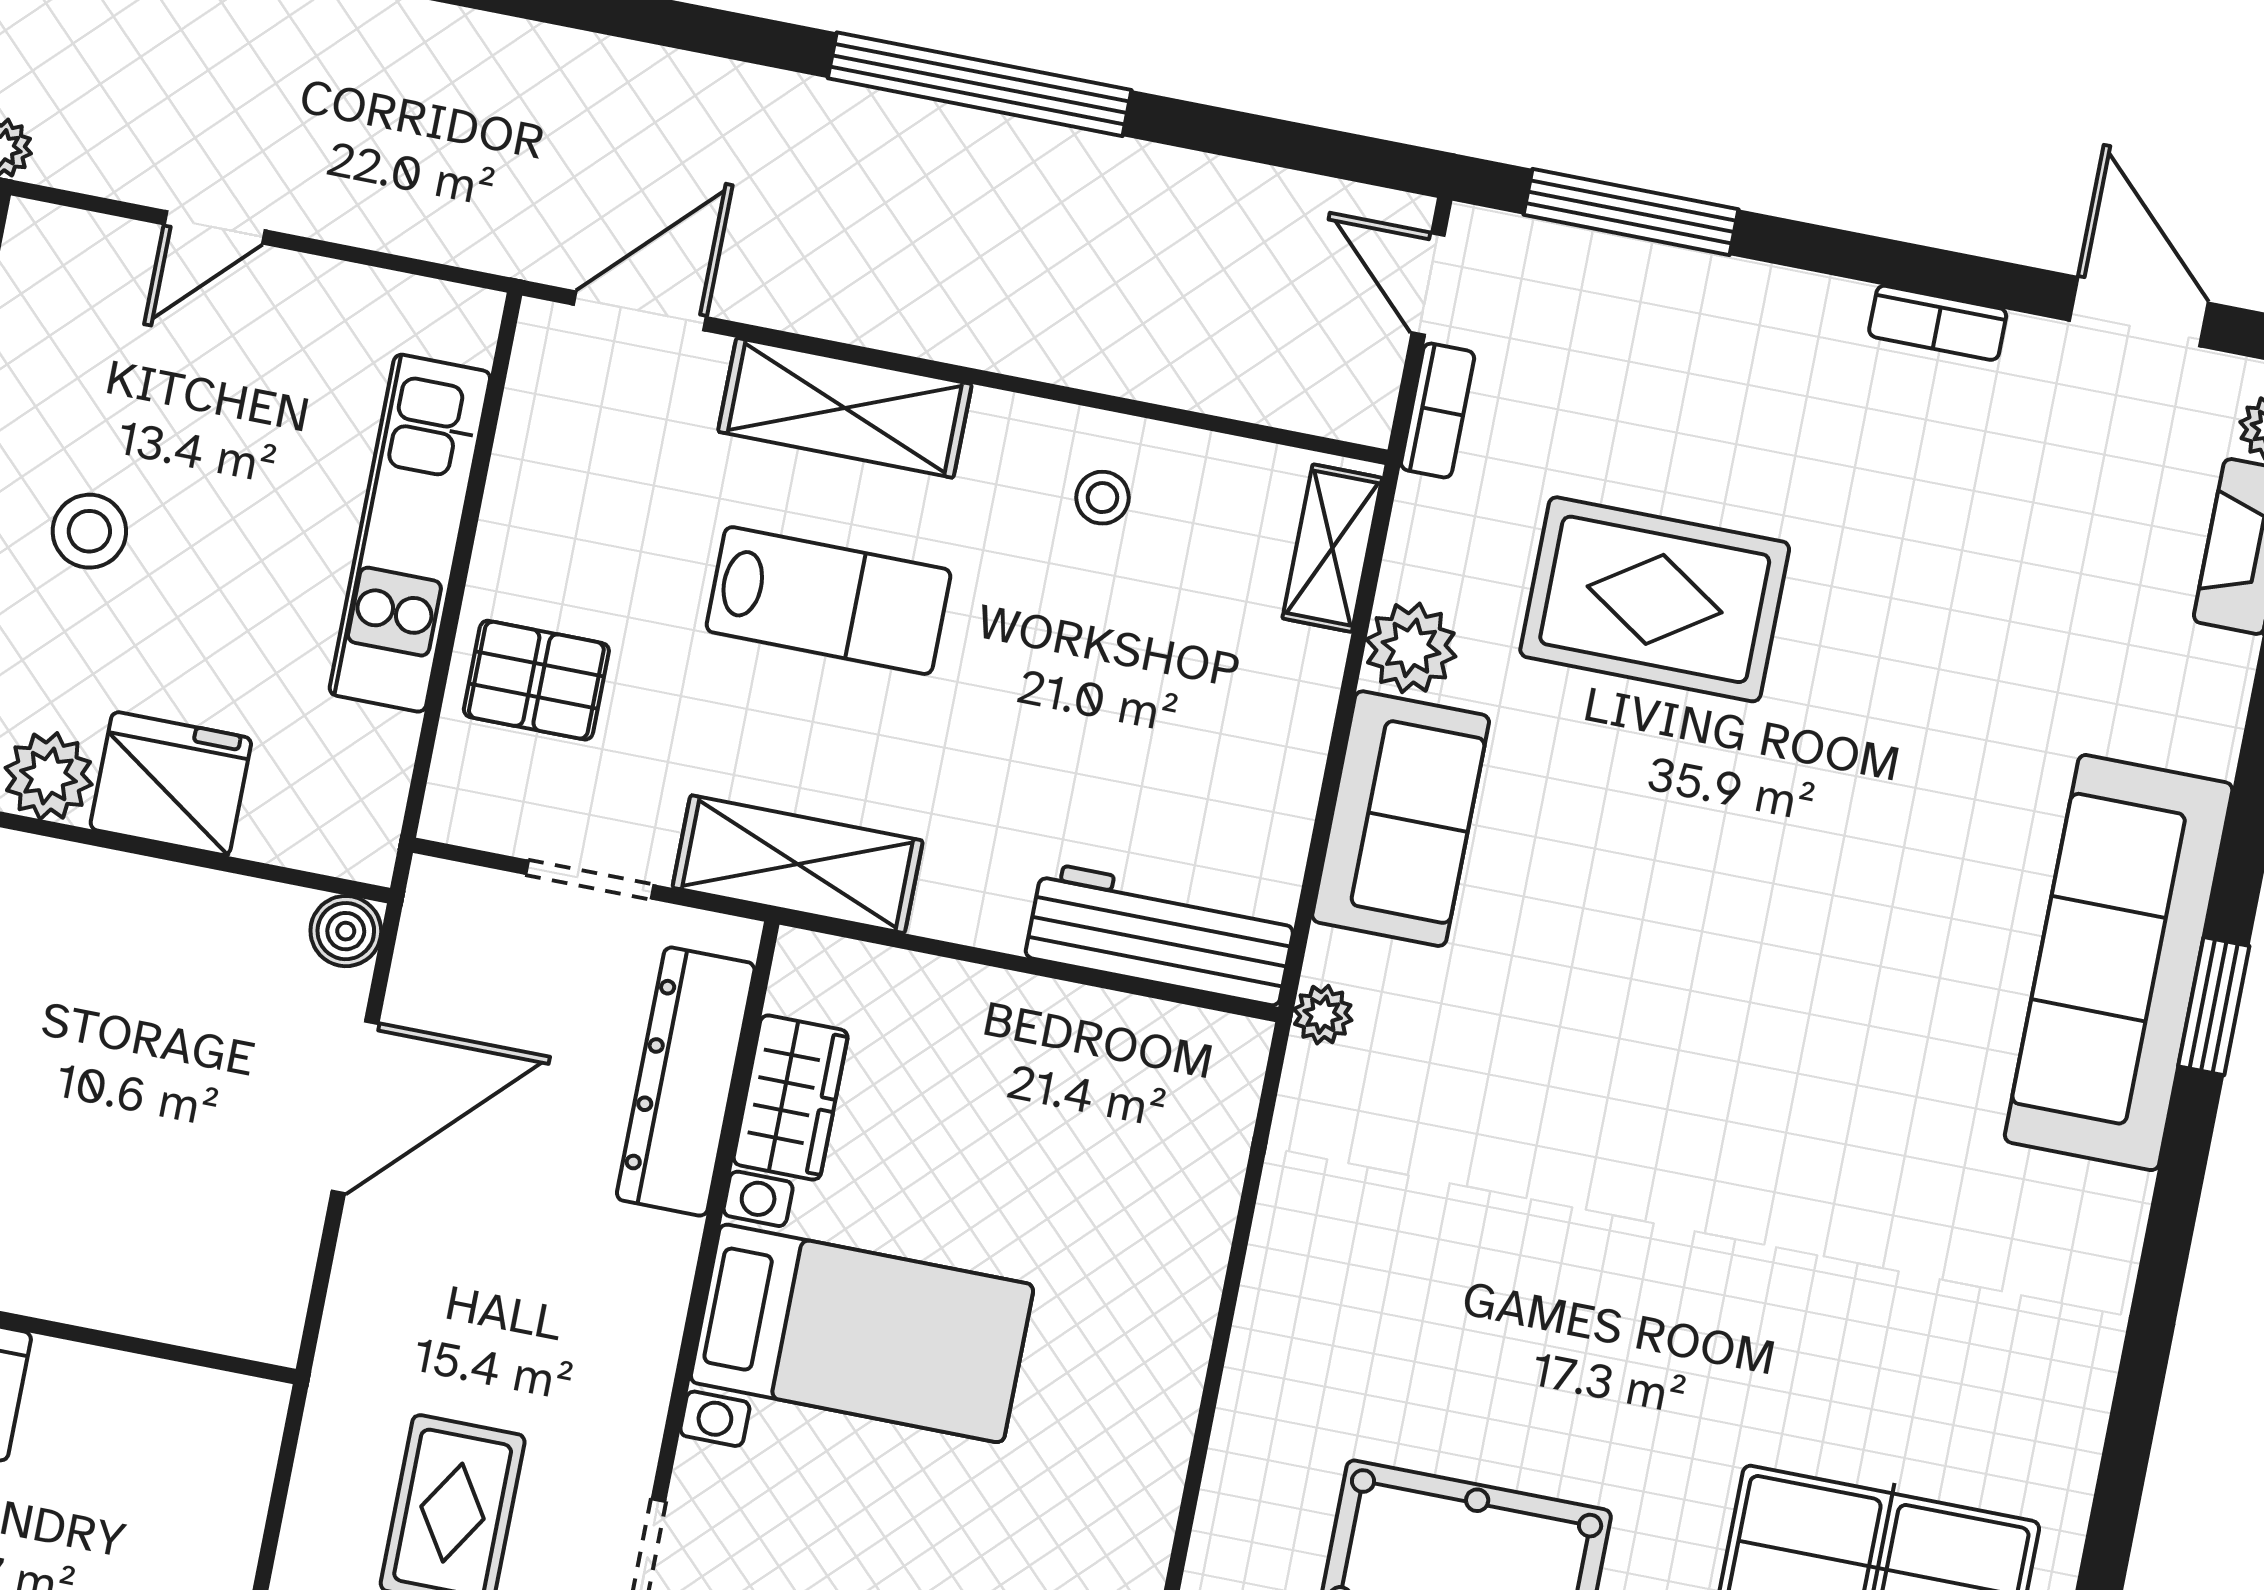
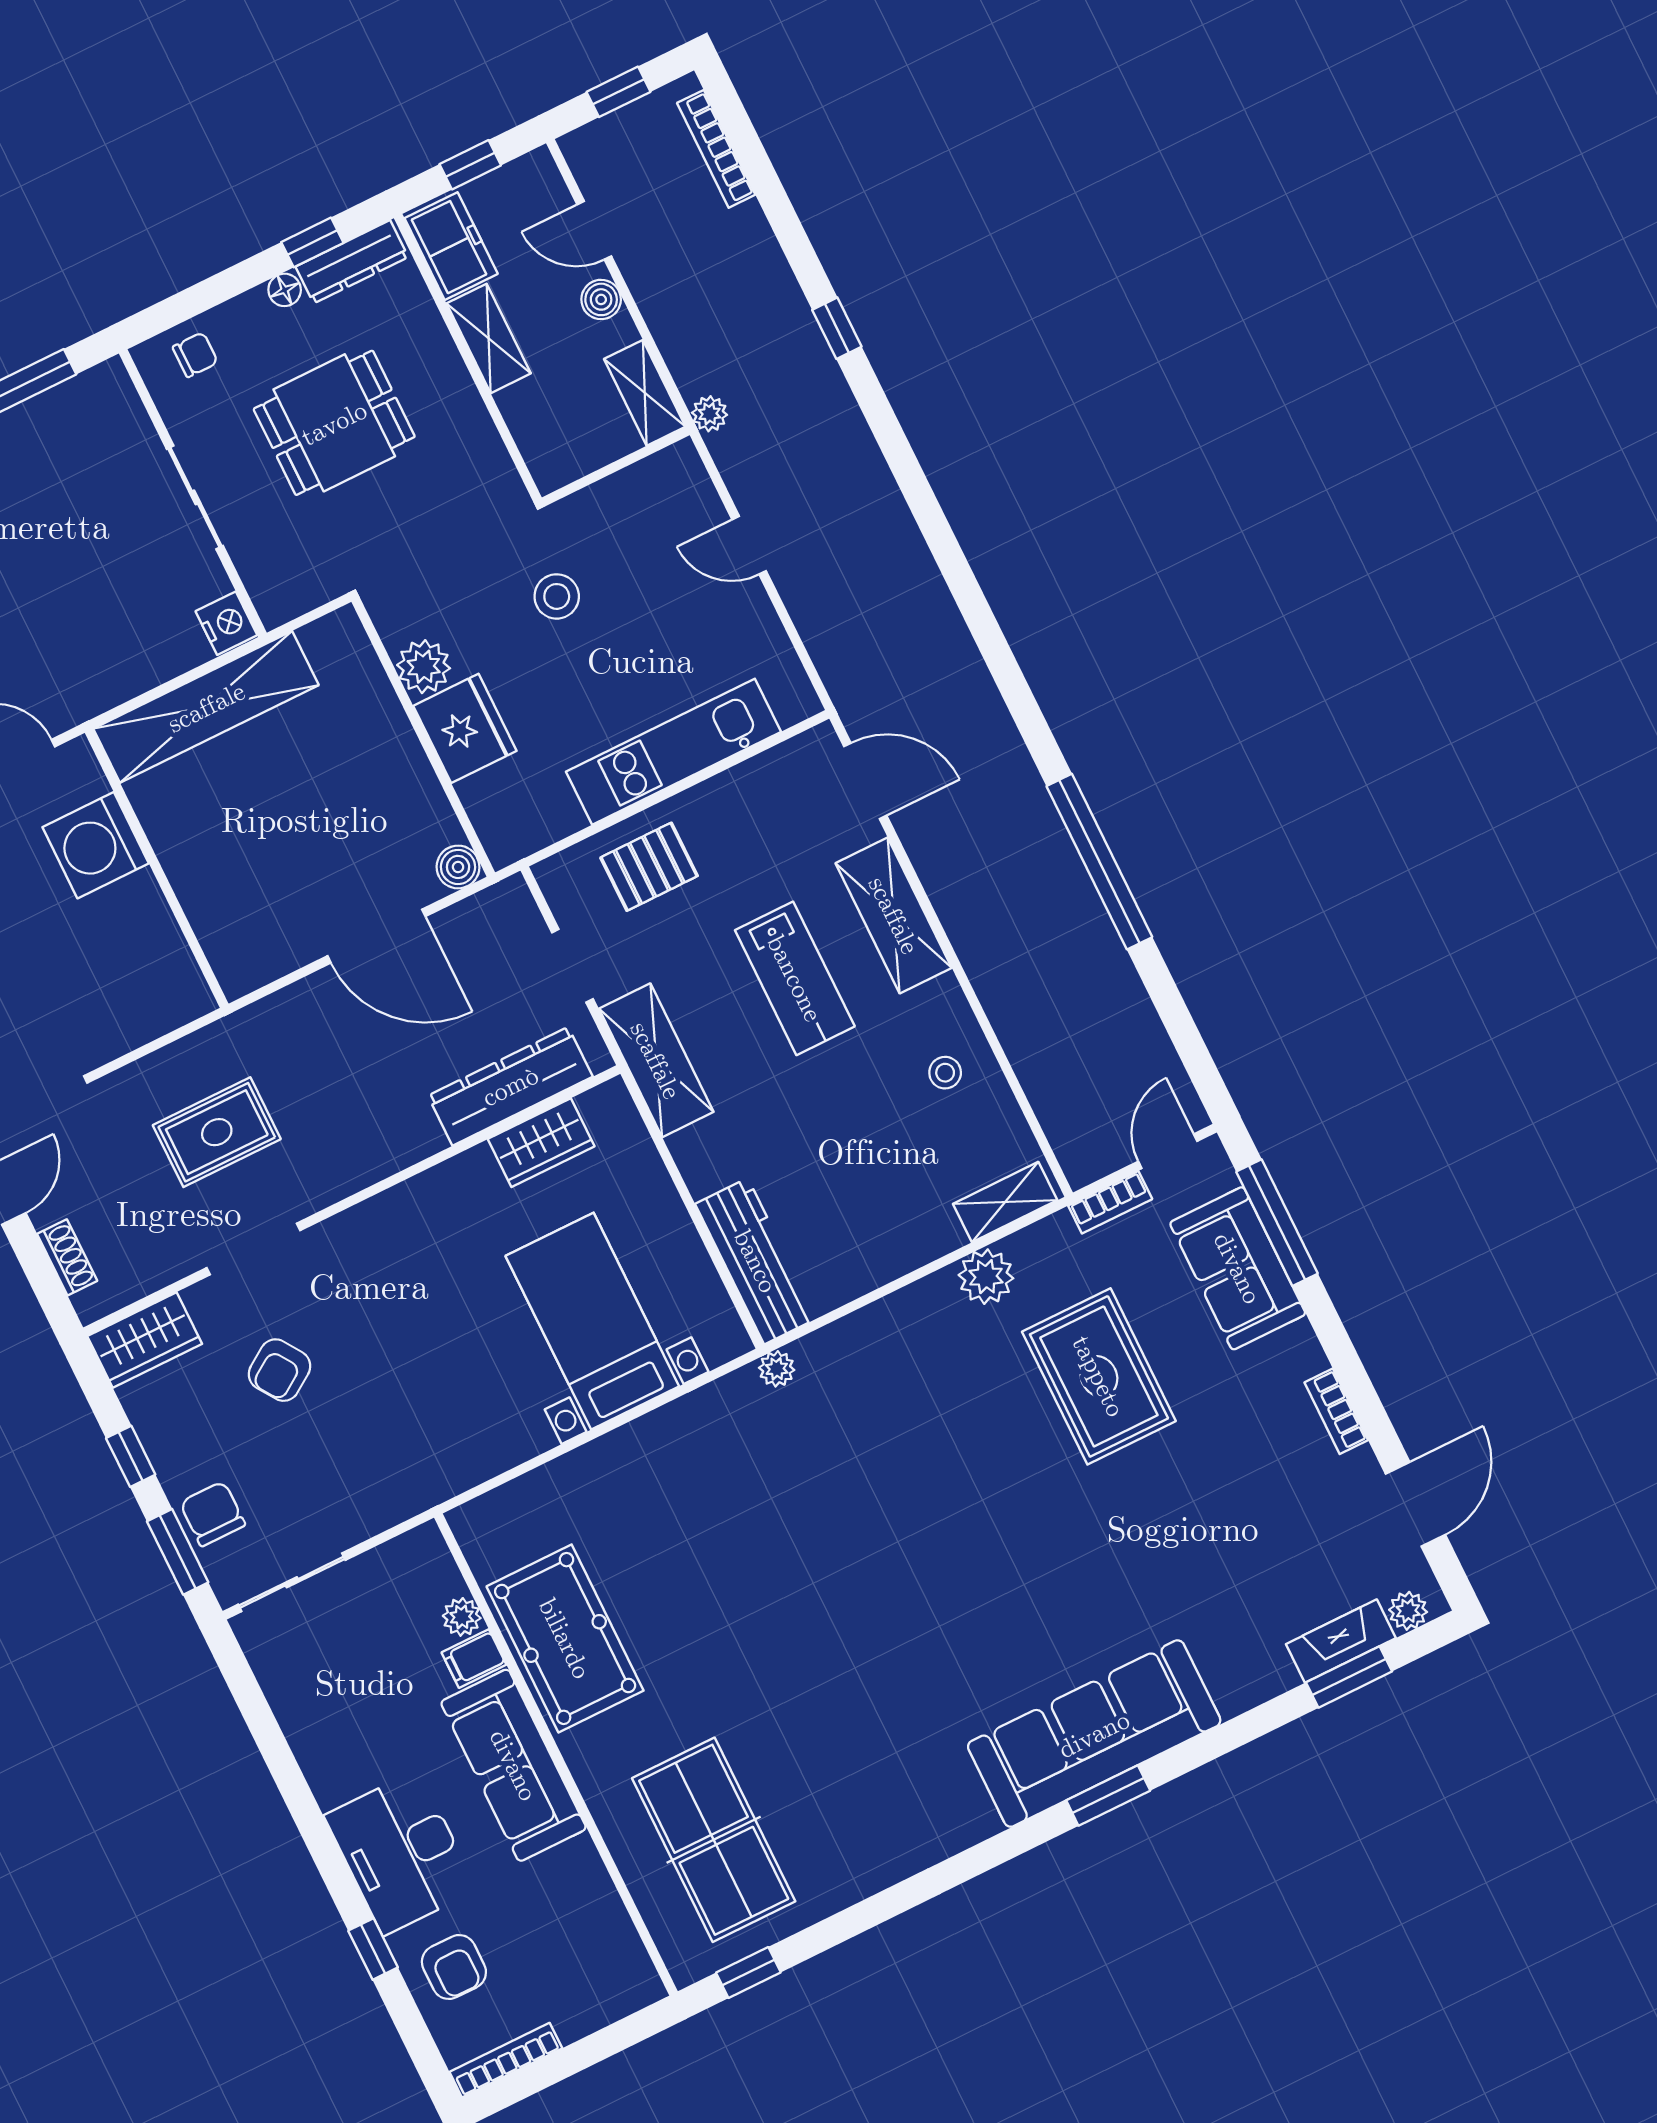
pallet: (536, 680) -> (649, 867), turned 90
sofa: (1401, 819) -> (1238, 1268), moved, turned 90
bed with nightstands: (862, 1333) -> (592, 1321), moved, turned 180

